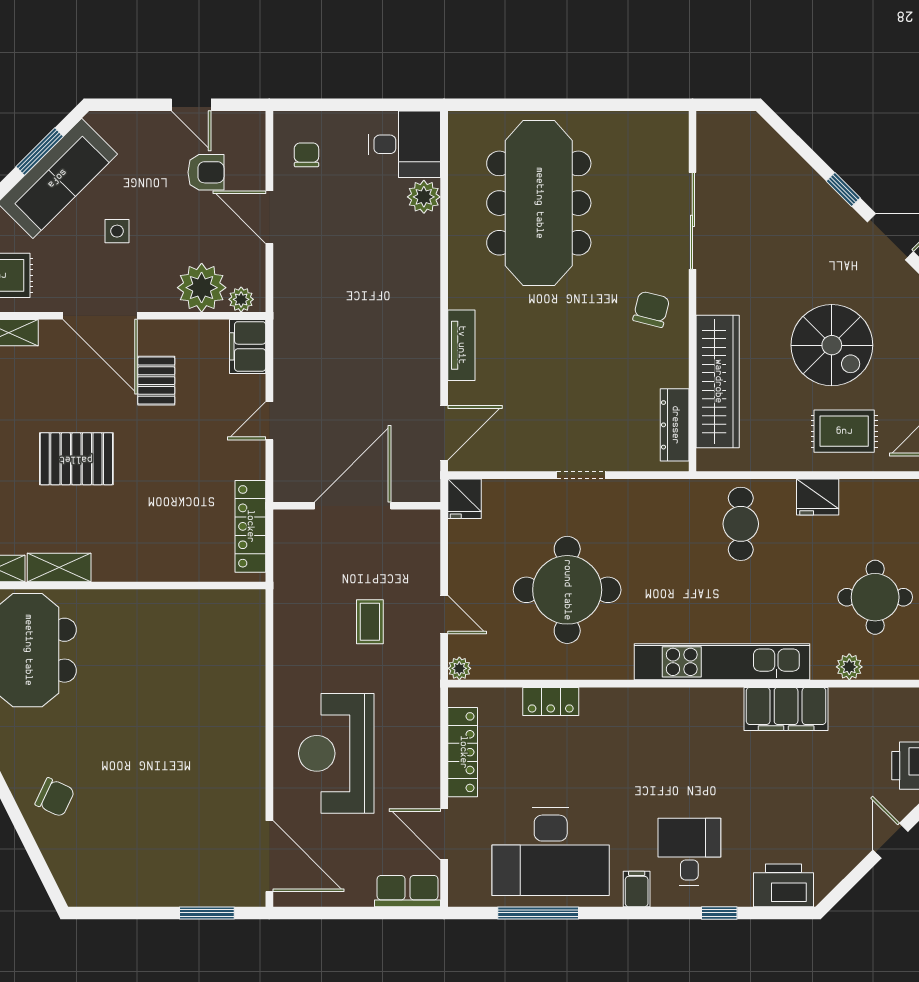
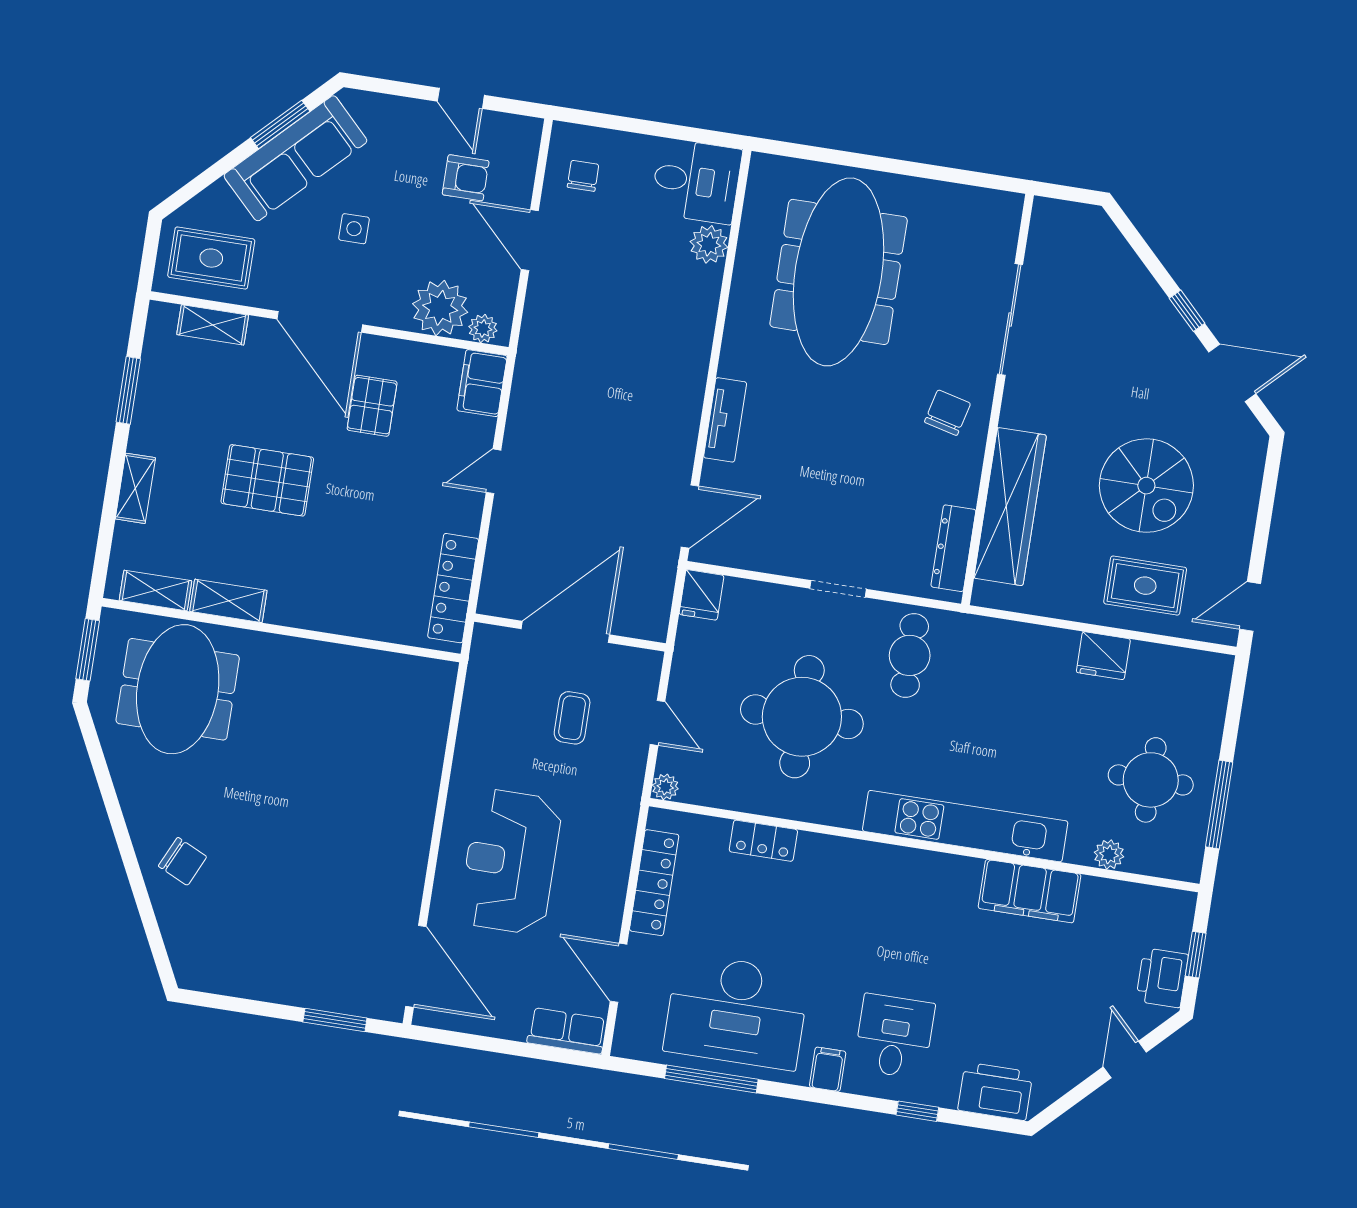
door: (353, 506) -> (565, 632), moved
wall: (357, 506) -> (570, 633), moved
cafe table: (741, 524) -> (910, 655), moved

